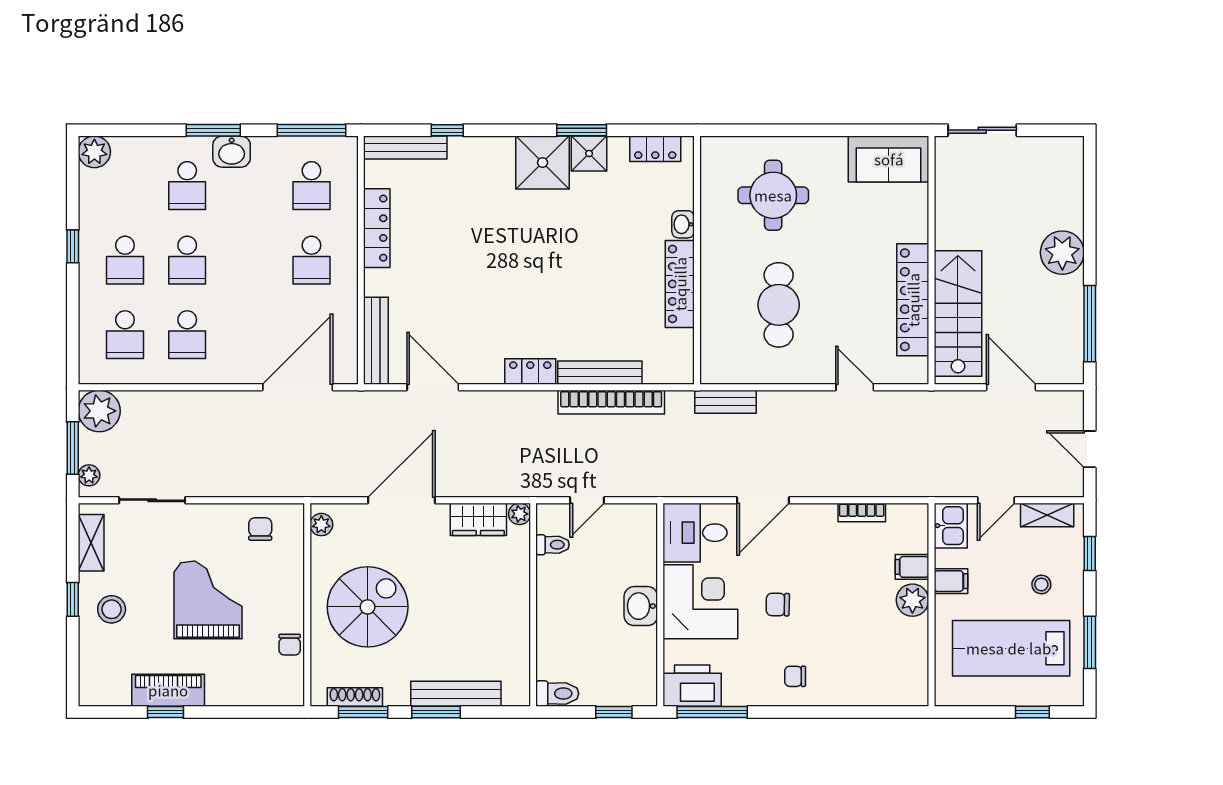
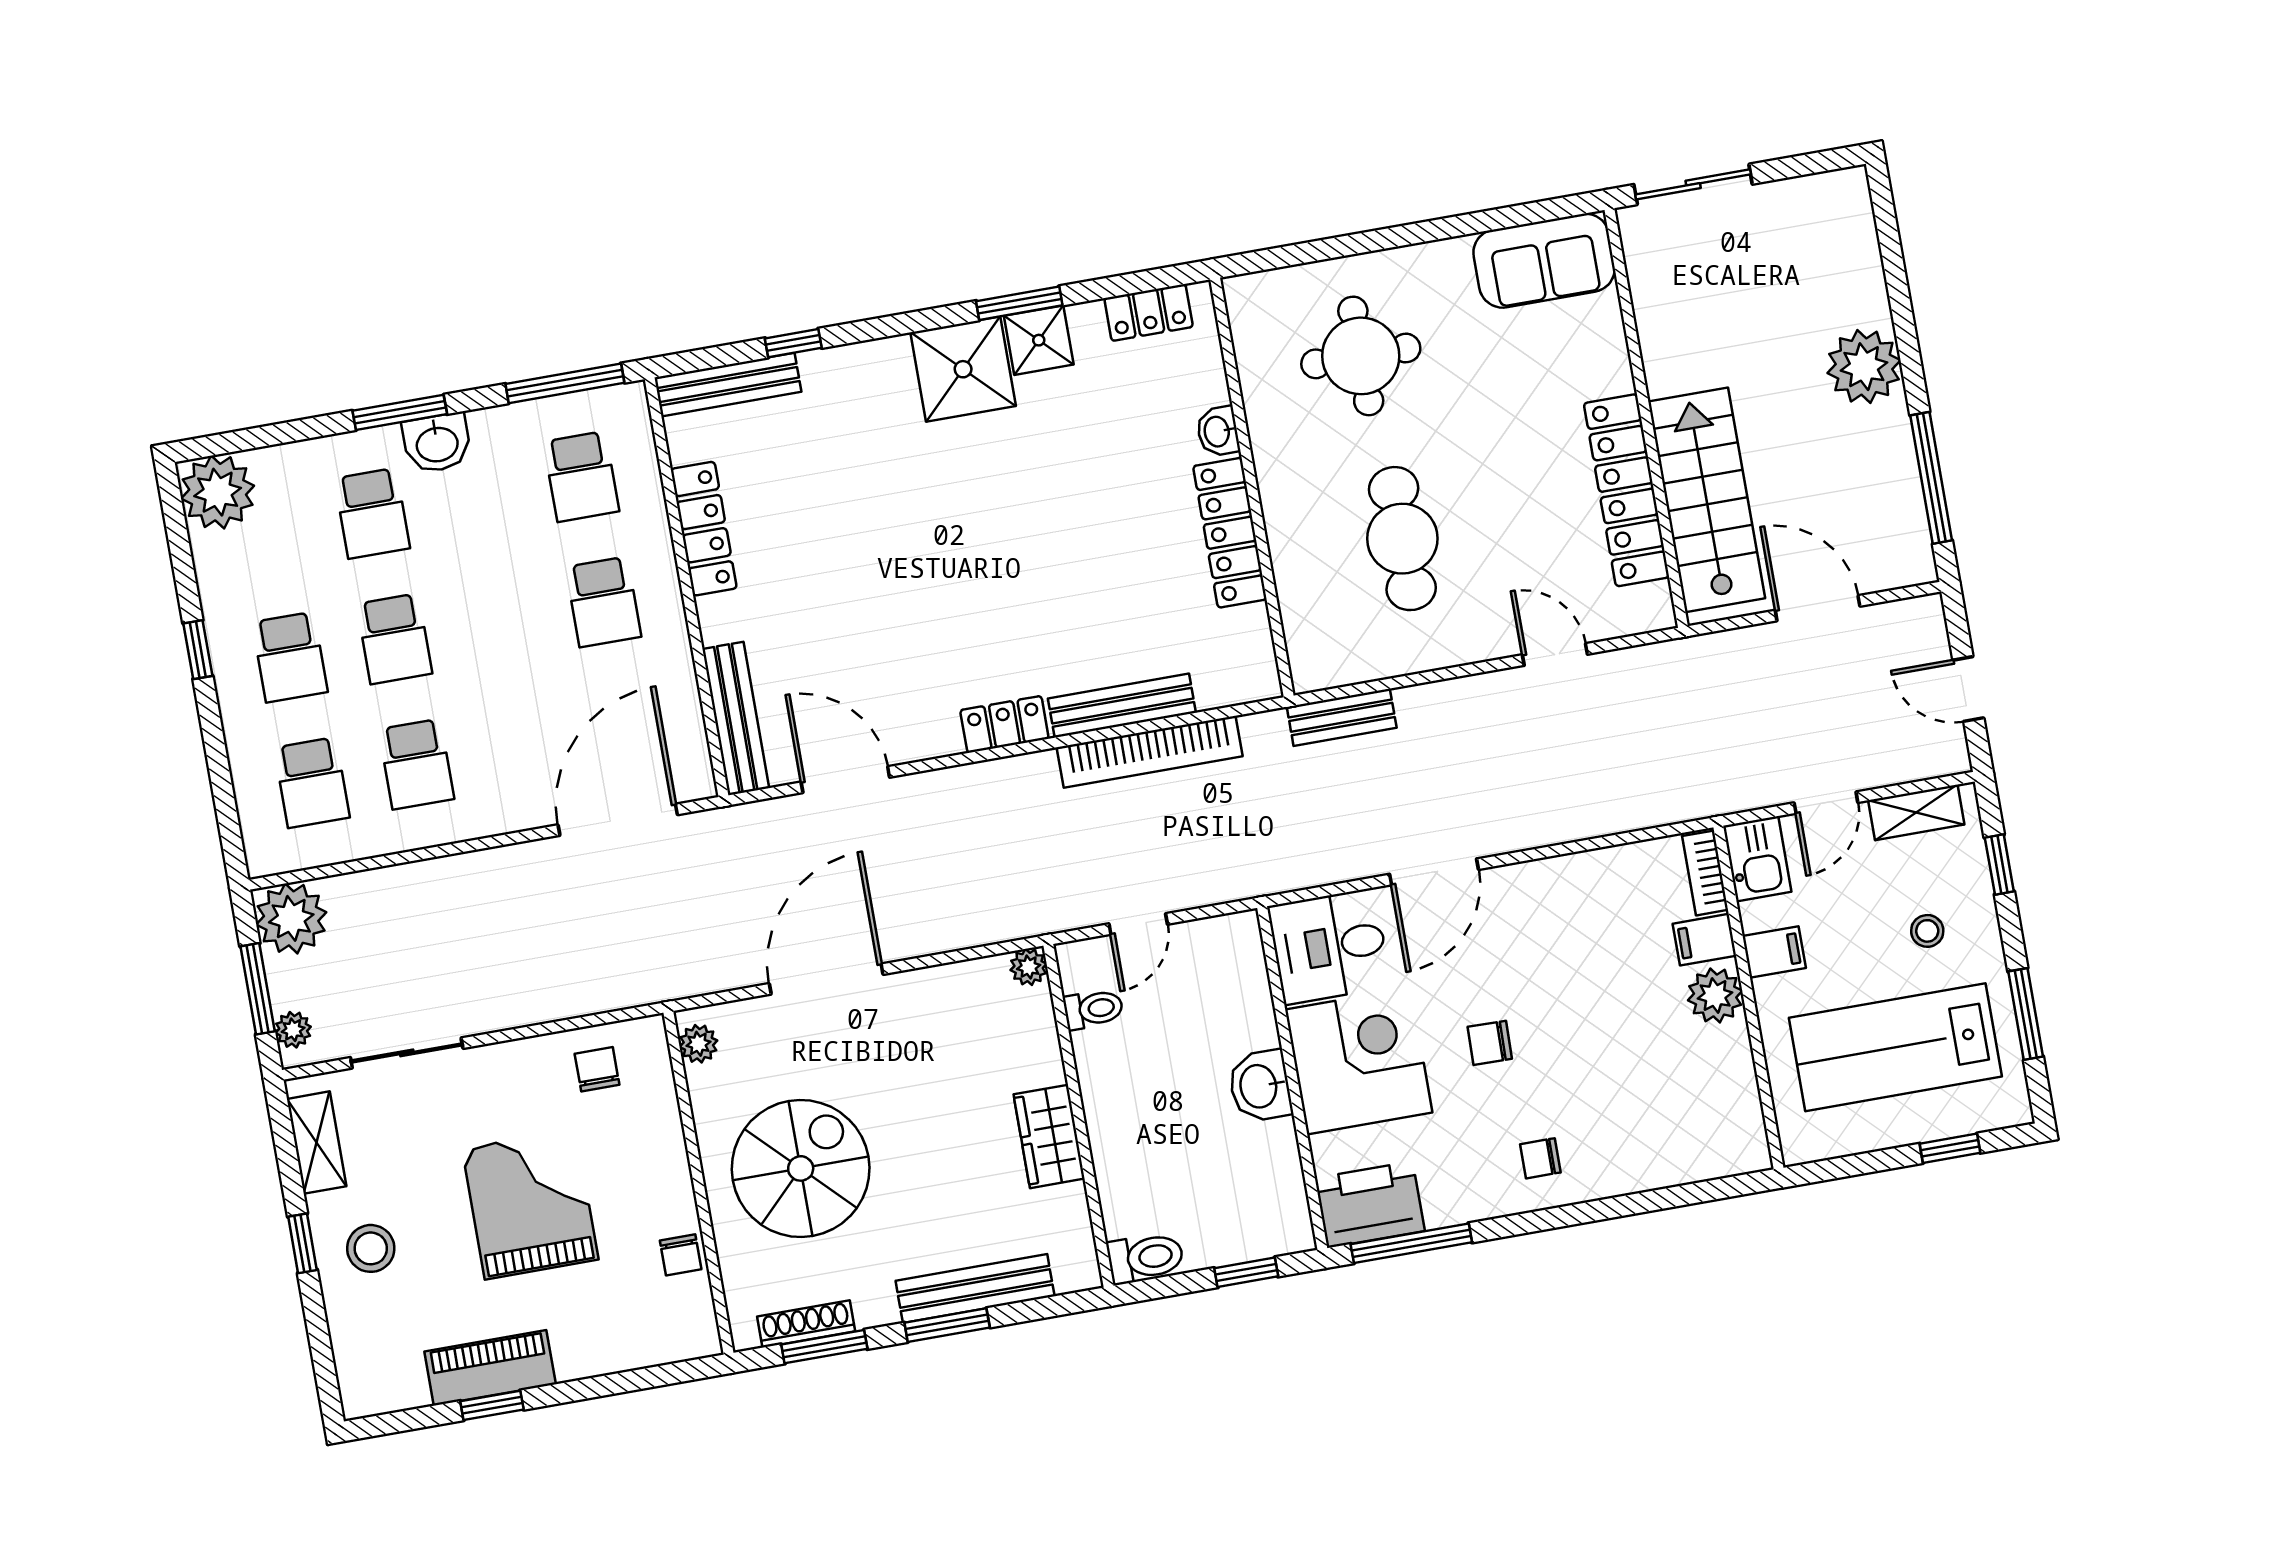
plant: (94, 152) -> (218, 492), width x1.36, depth x1.36
bookcase: (862, 513) -> (1705, 873), moved, turned 90
wardrobe: (478, 519) -> (1049, 1136), moved, turned 90

